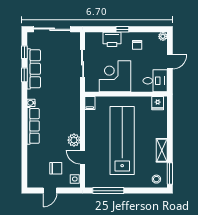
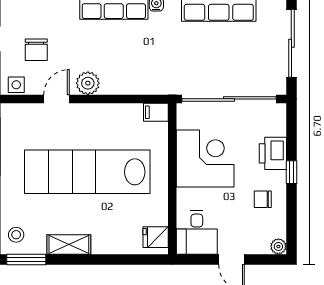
sliding door: (83, 63) -> (229, 99), width x1.86
lab bench: (122, 140) -> (87, 172), turned 180

